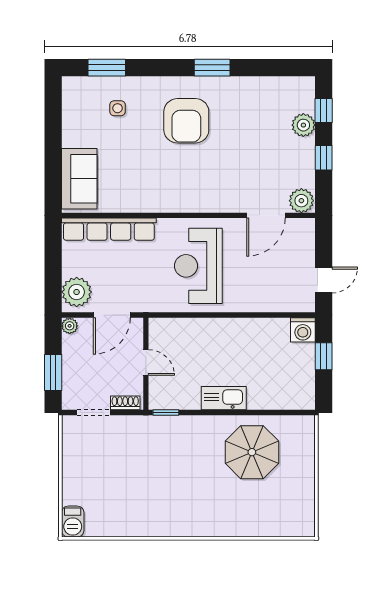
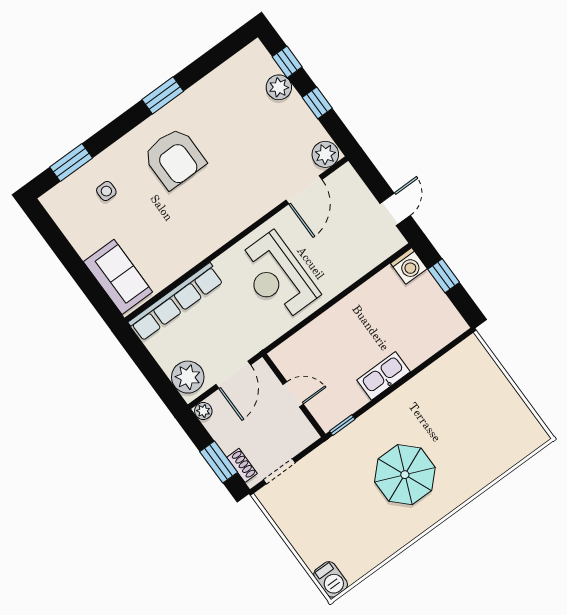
shoe rack: (125, 403) -> (242, 465), moved, turned 90
parasol: (252, 452) -> (405, 475), moved

